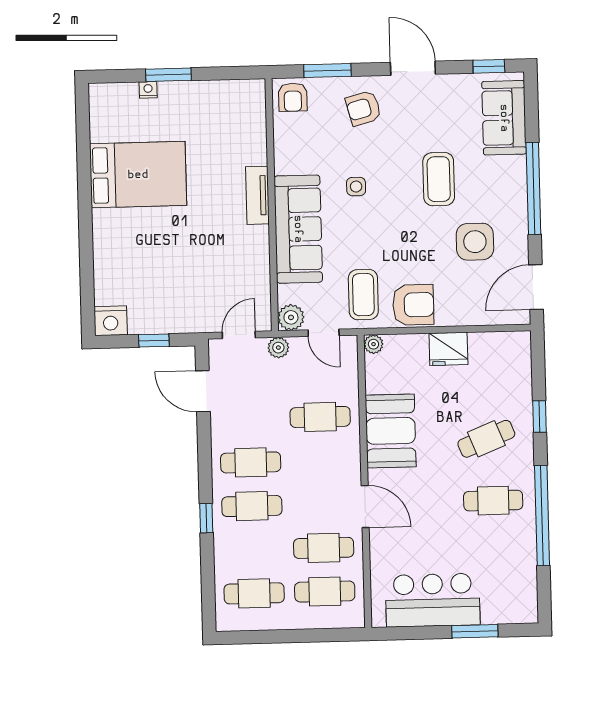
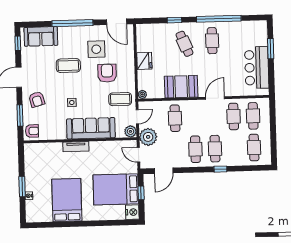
bed: (162, 284) -> (116, 189), added
armchair: (413, 305) -> (107, 73), moved
plant: (278, 348) -> (148, 137), width x1.88, depth x1.88

